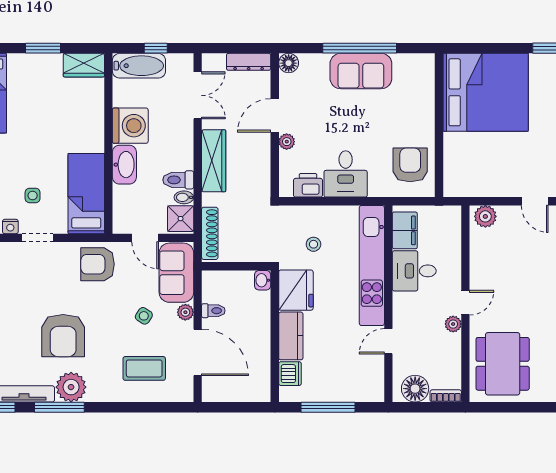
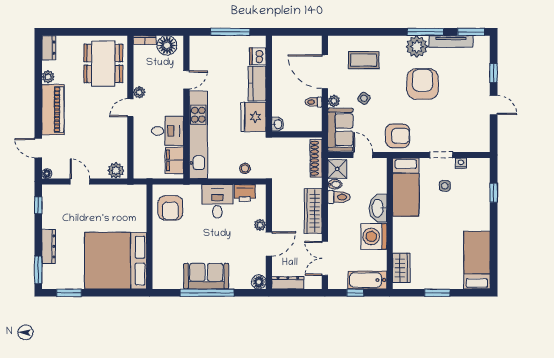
wardrobe: (84, 65) -> (401, 268), moved, turned 90
stool: (313, 244) -> (245, 168), moved

